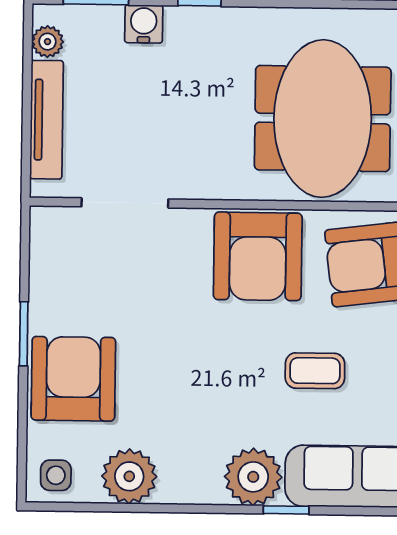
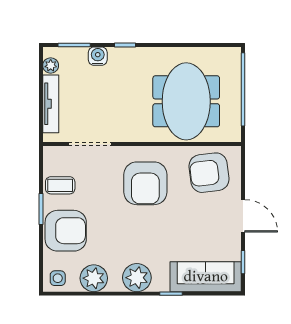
armchair: (258, 256) -> (145, 183), moved
coffee table: (315, 371) -> (60, 185), moved
armchair: (73, 379) -> (66, 231), turned 90
plant: (253, 477) -> (137, 278), moved

